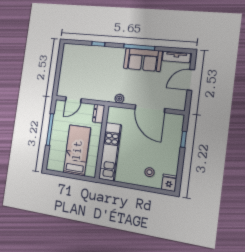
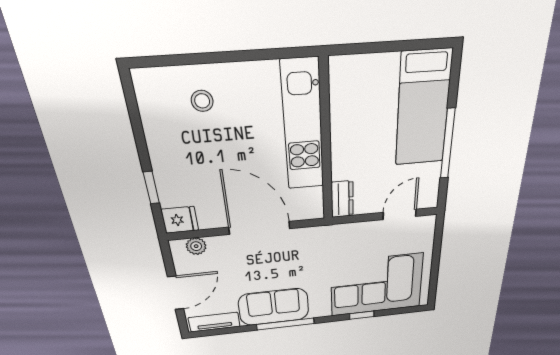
corner sofa: (88, 62) -> (377, 285), added
plant: (119, 99) -> (196, 246), moved
door: (150, 109) -> (259, 228), moved
bed: (77, 150) -> (423, 109), moved
fridge: (169, 183) -> (180, 220), moved, turned -90

